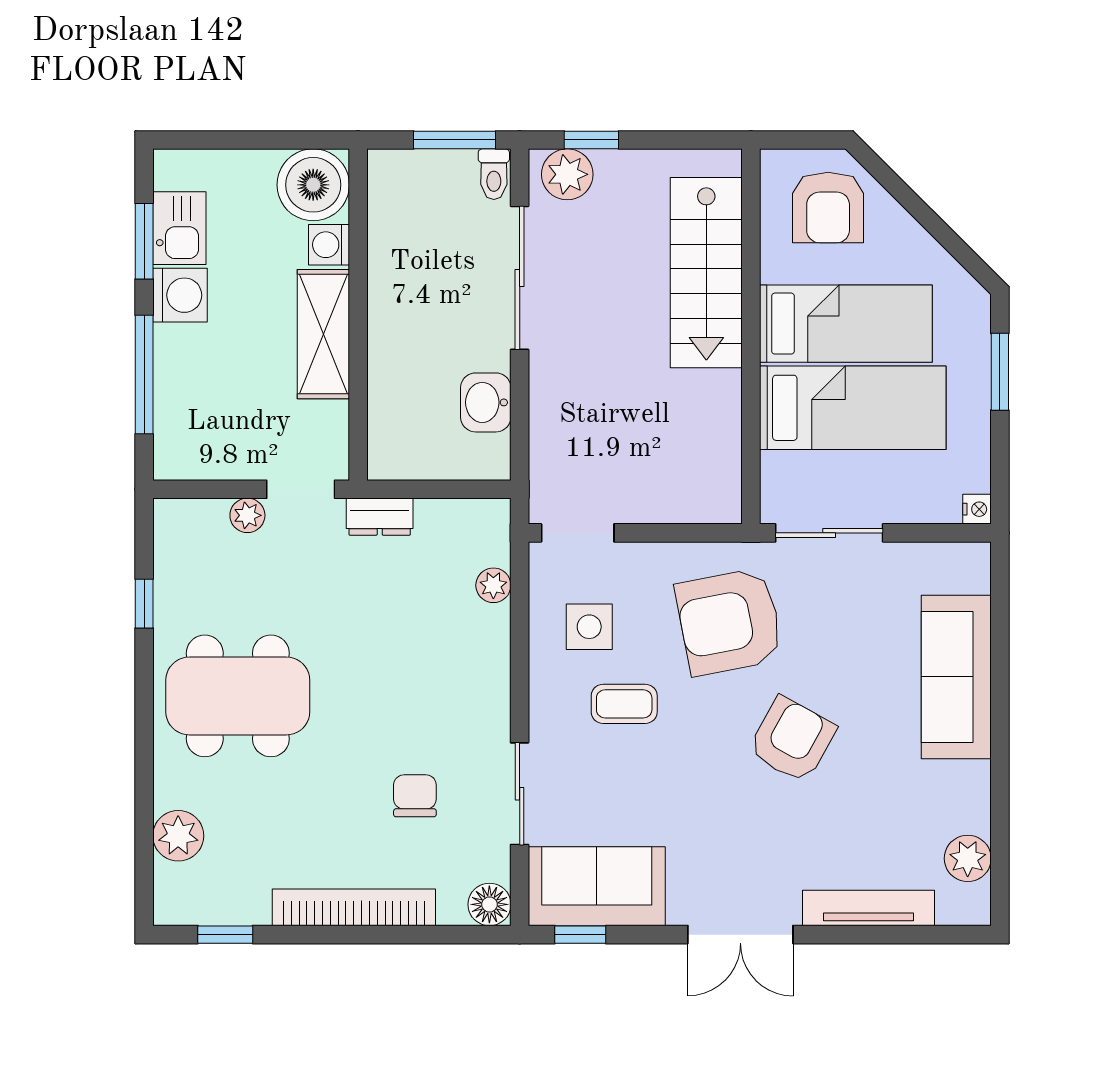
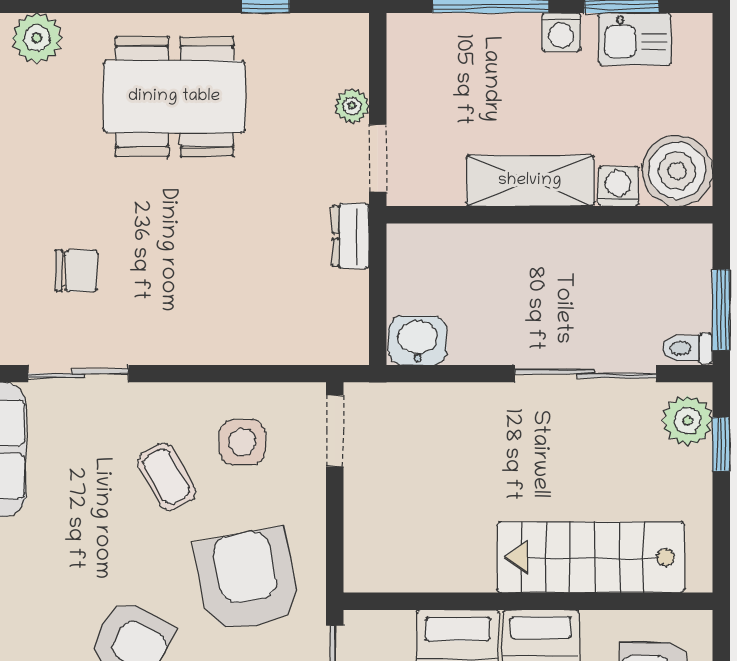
washing machine: (180, 295) -> (561, 32), width x0.73, depth x0.73
washbasin: (486, 402) -> (418, 340), moved
plant: (493, 585) -> (283, 348), removed
dining table: (238, 696) -> (174, 97), turned 90
coffee table: (624, 704) -> (167, 477), turned -30

